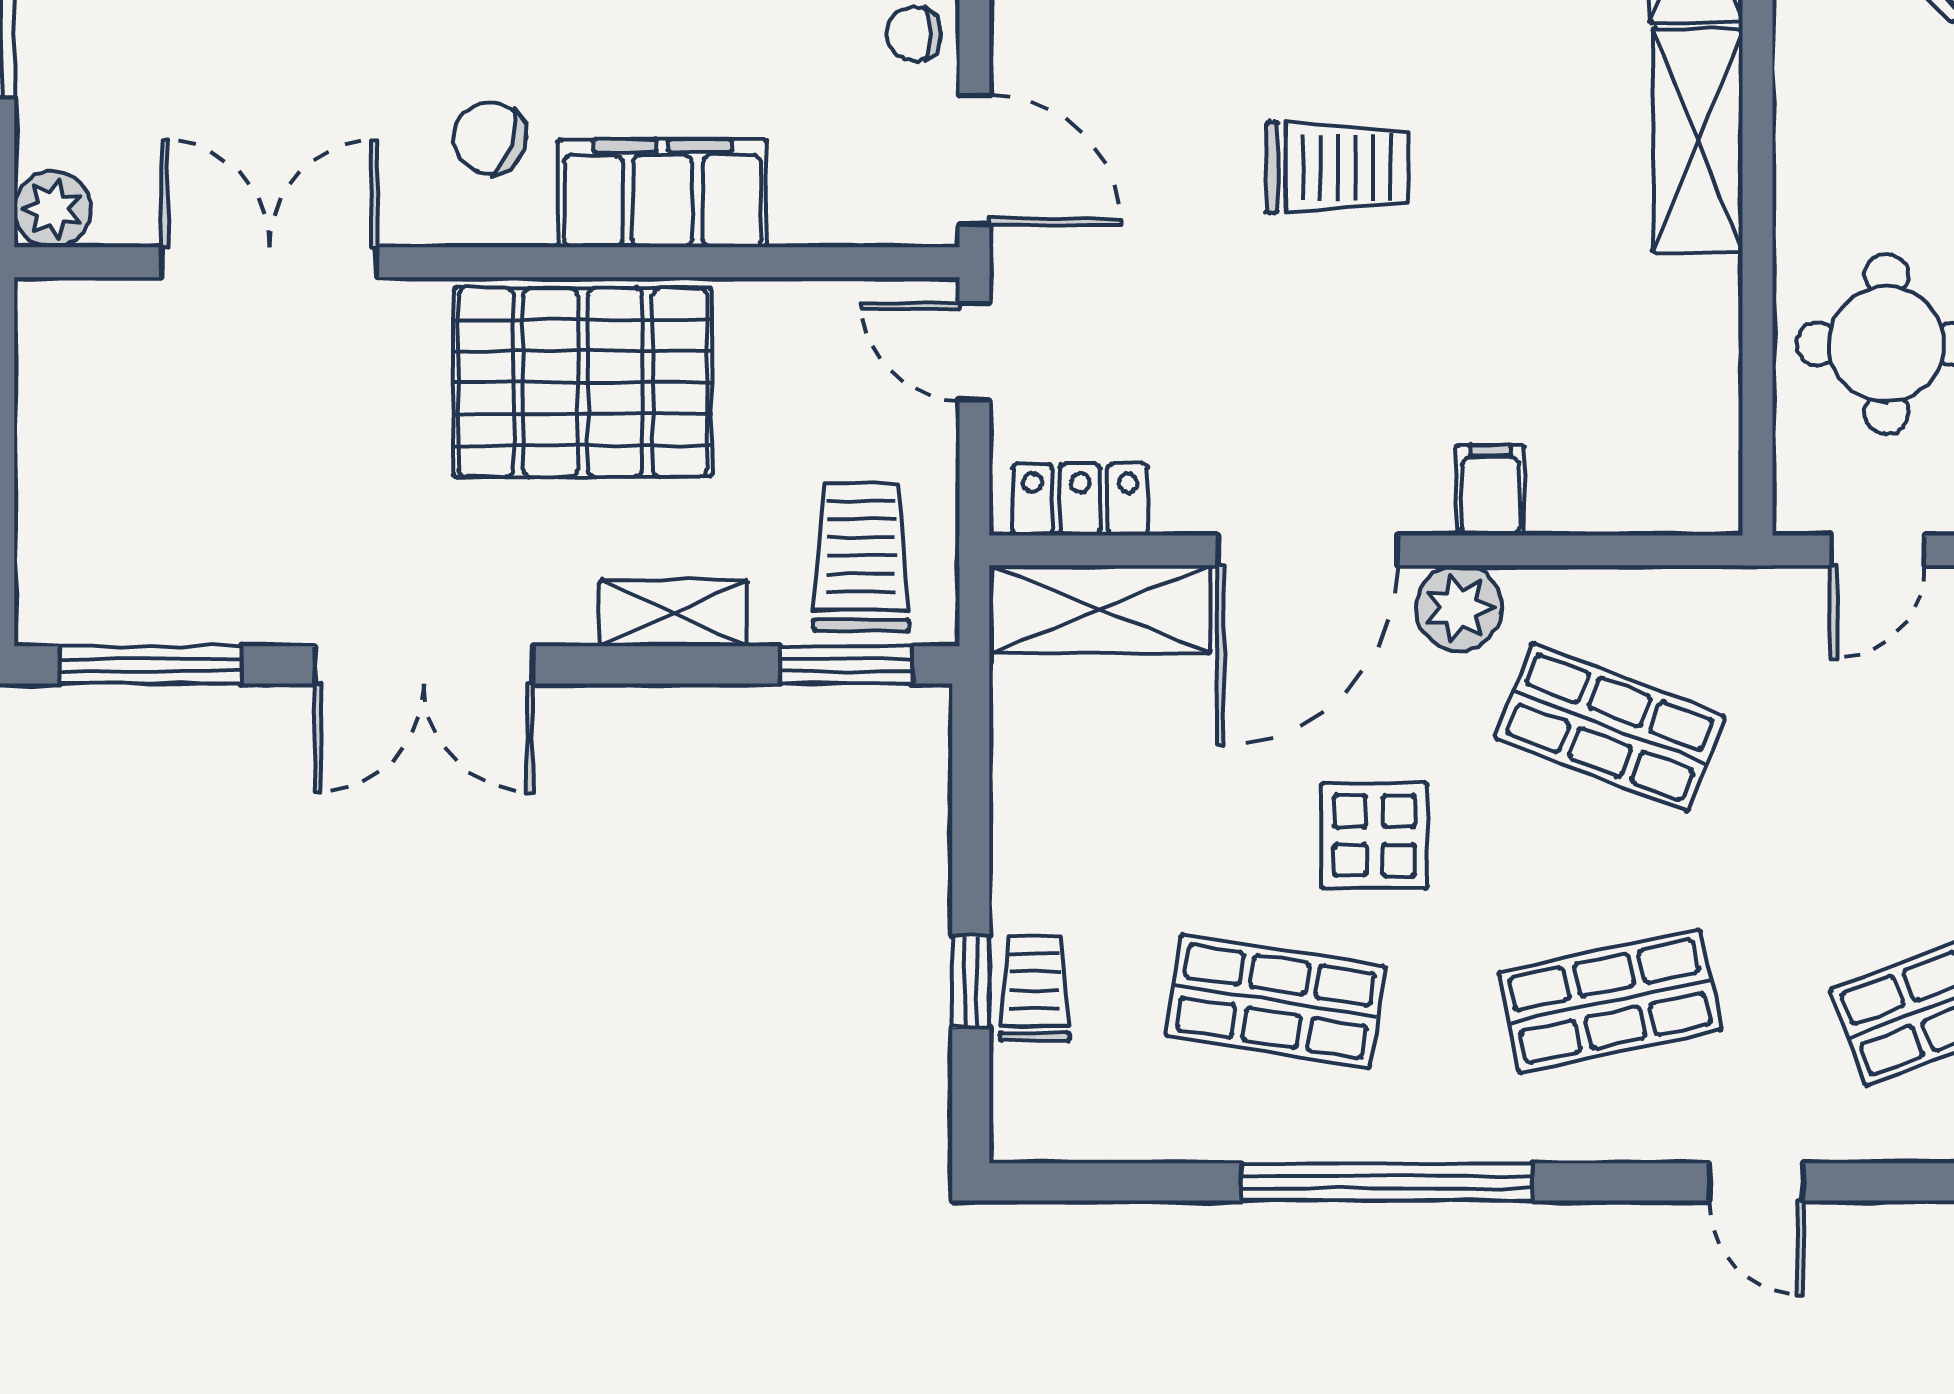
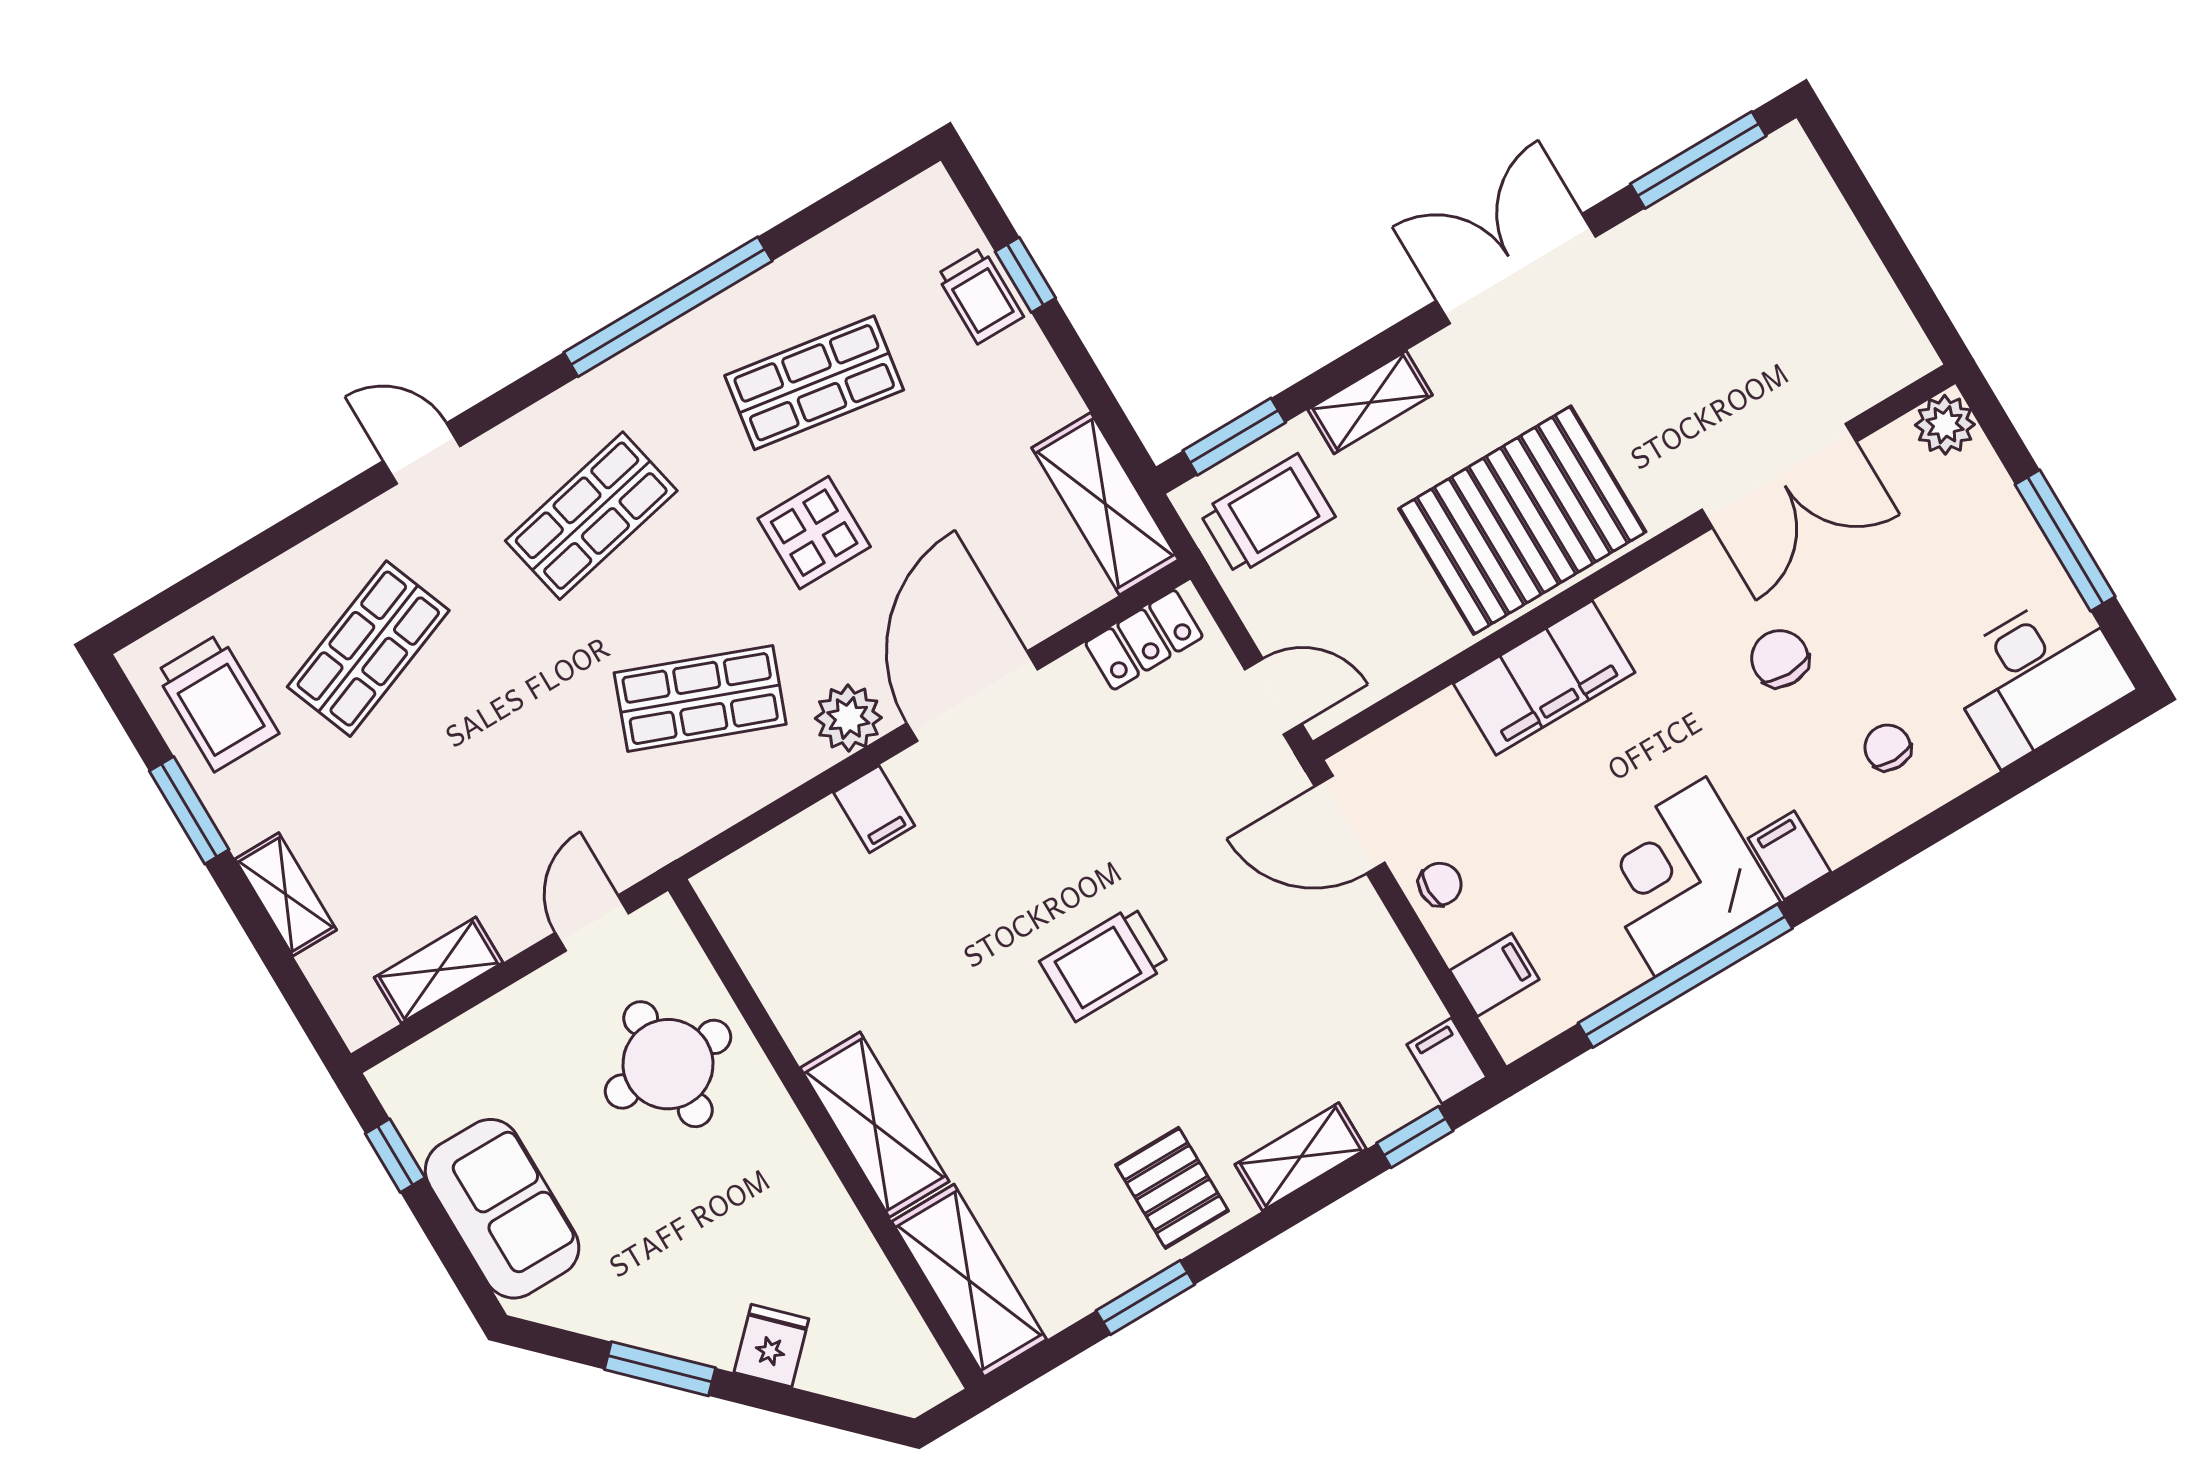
chair: (490, 138) -> (1780, 659), moved, turned -108
trolley: (861, 557) -> (1267, 514), turned -90
shelving: (1100, 609) -> (1105, 504), moved, turned 90

